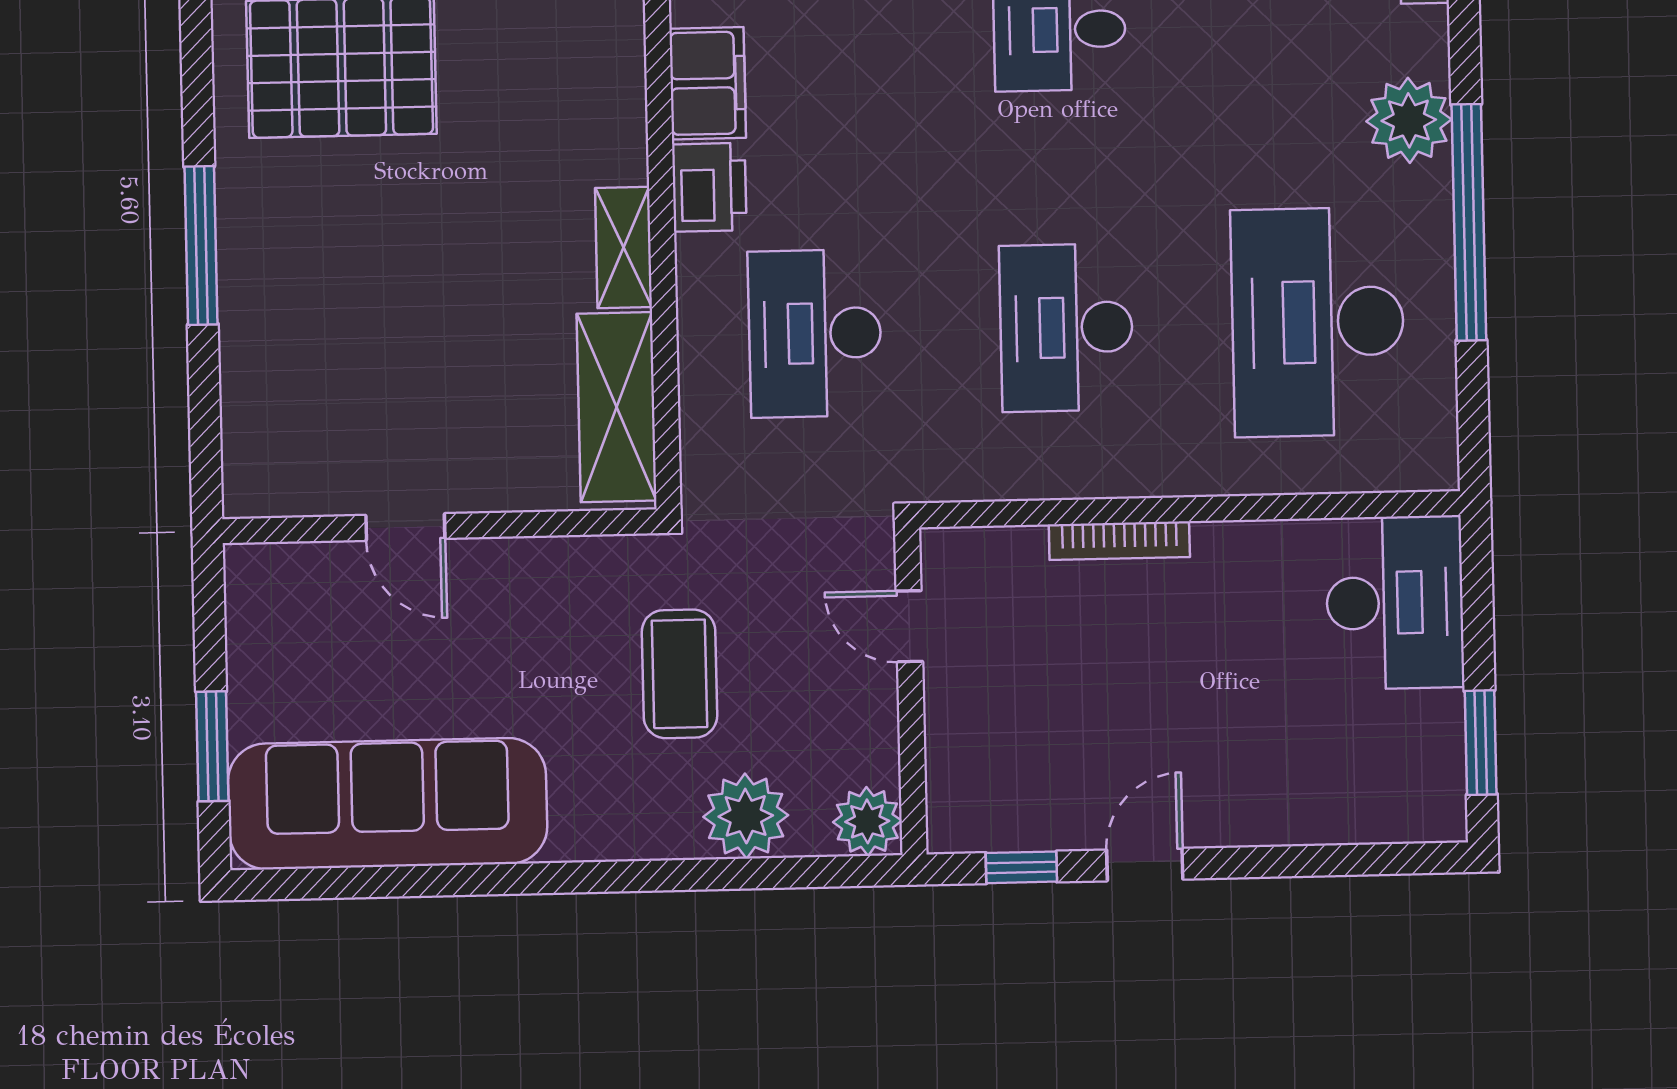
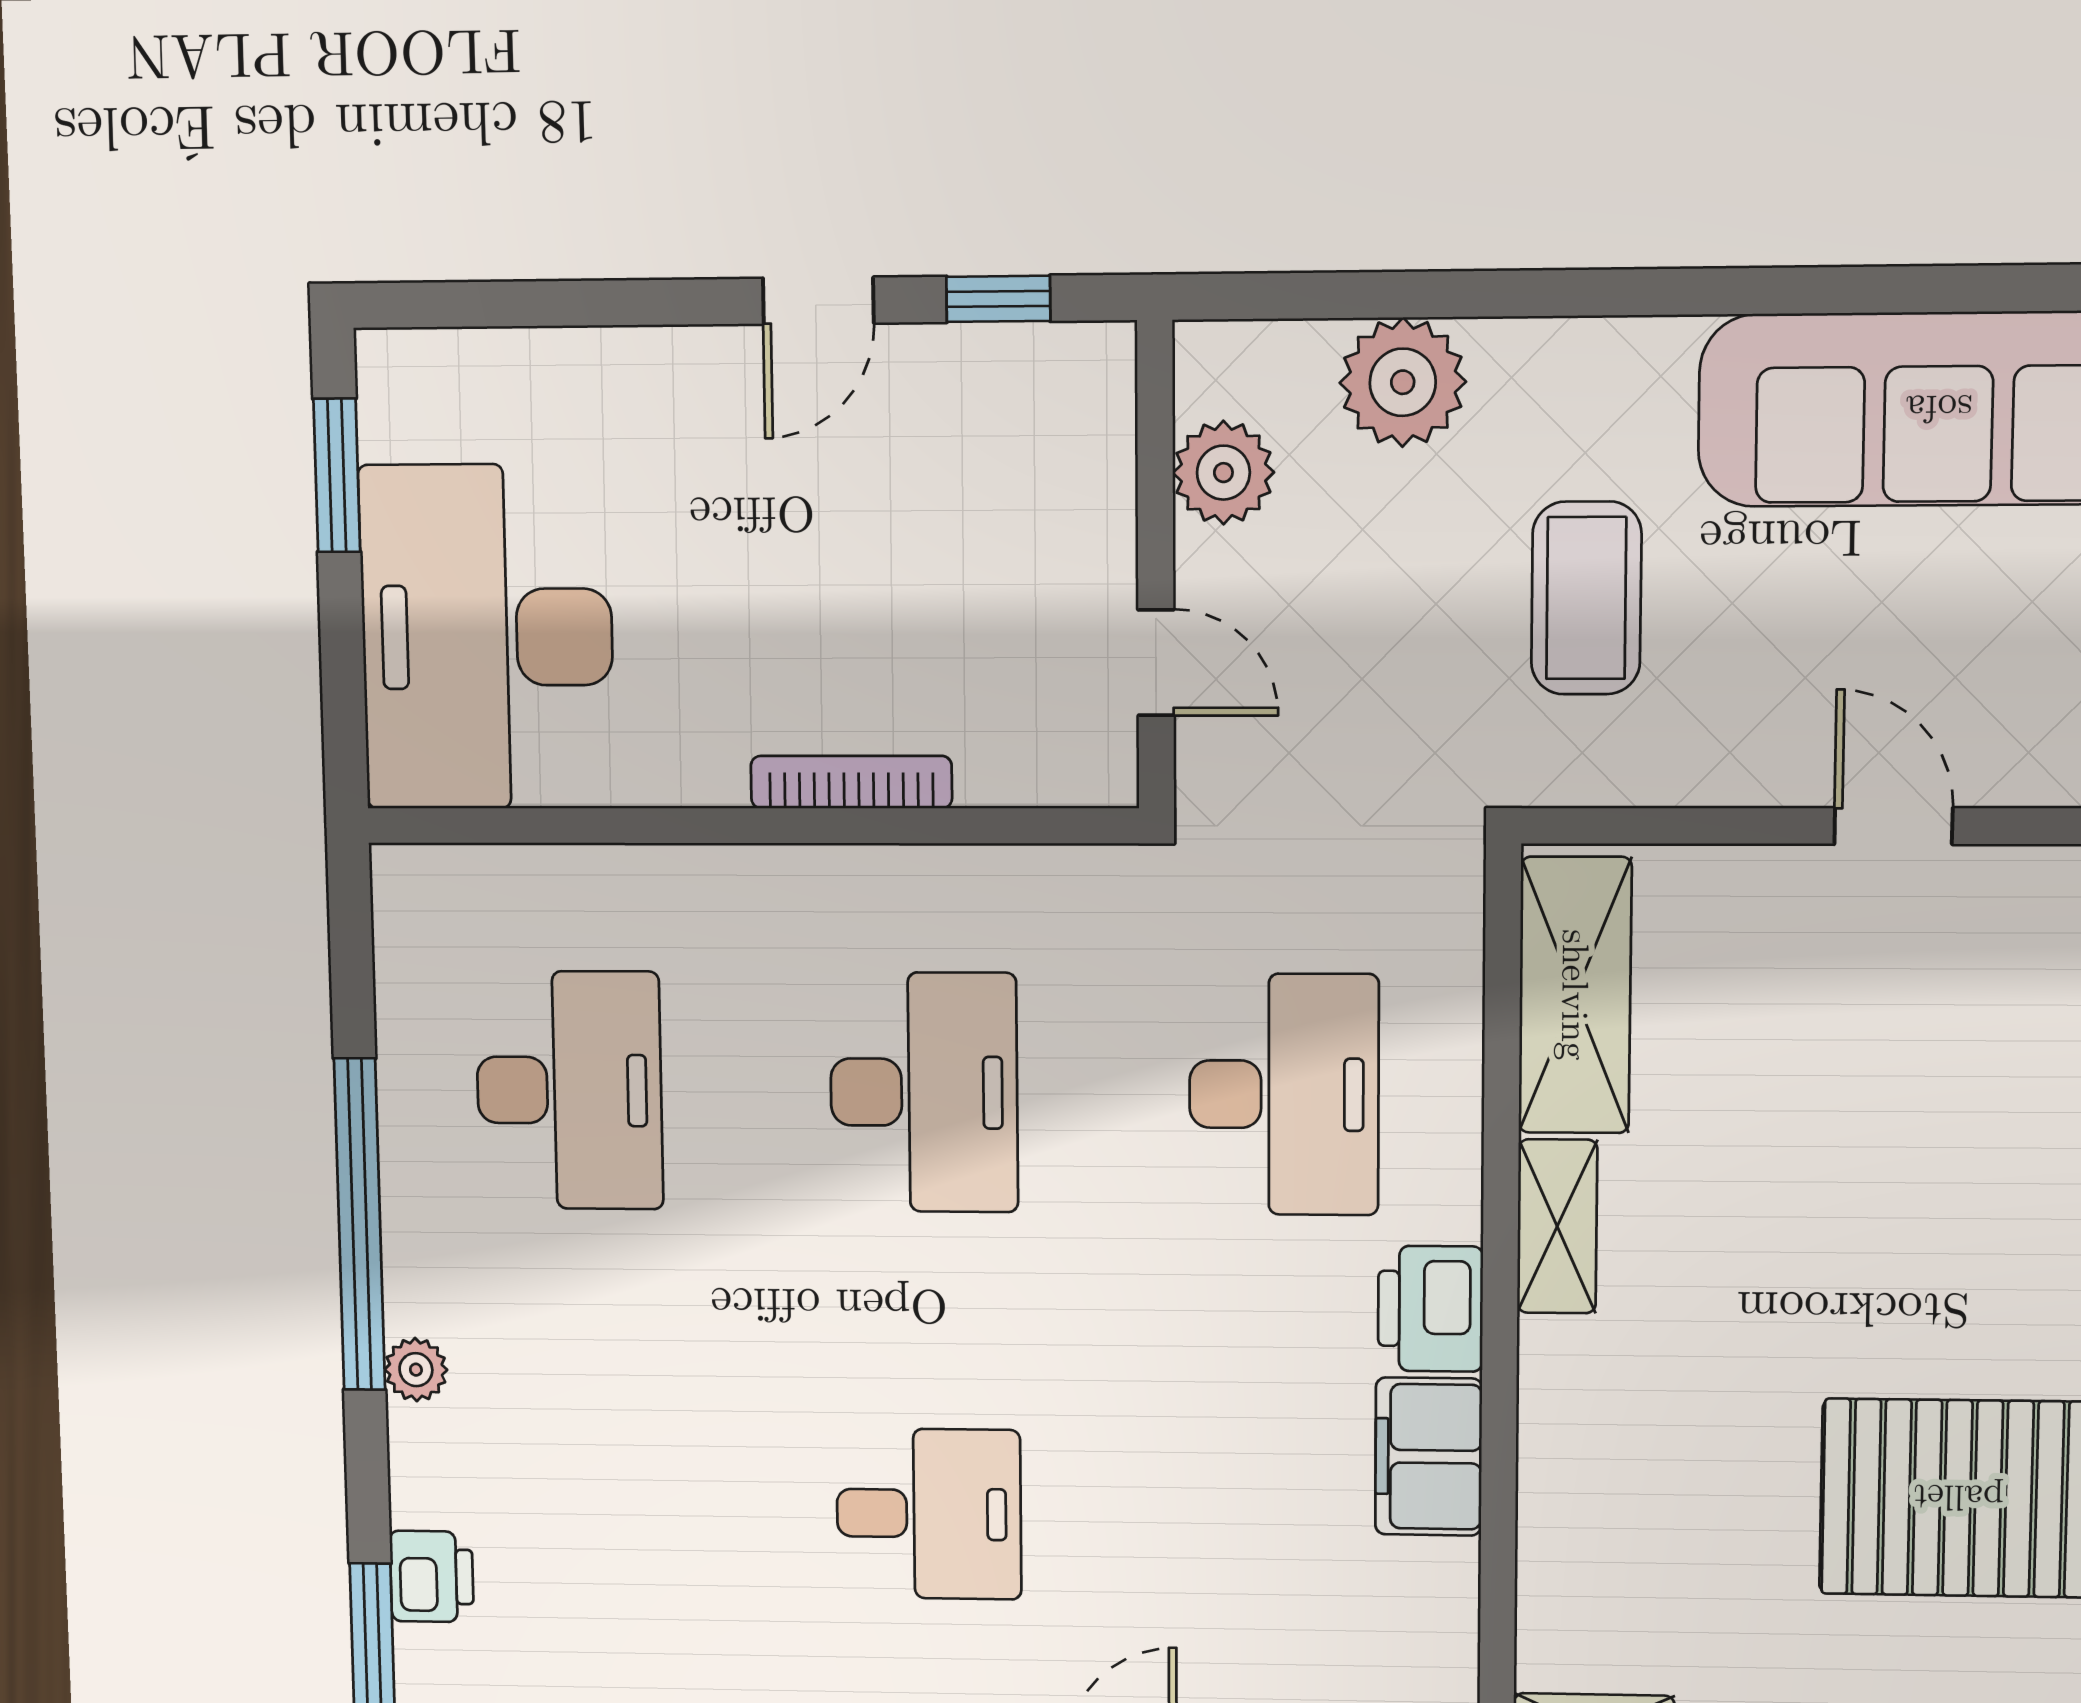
plant: (1409, 120) -> (416, 1370), width x0.53, depth x0.53
desk: (1318, 322) -> (569, 1090), width x0.73, depth x0.77
desk: (1395, 603) -> (487, 637), width x1.36, depth x1.30
coffee table: (679, 674) -> (1586, 598), moved
plant: (867, 821) -> (1223, 473), moved

